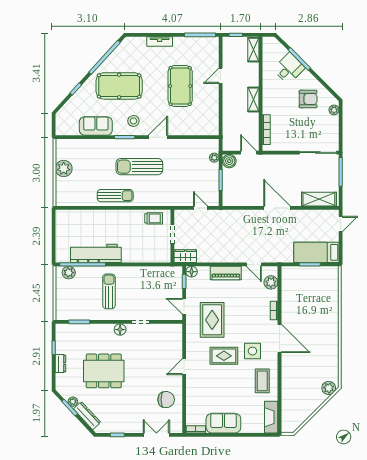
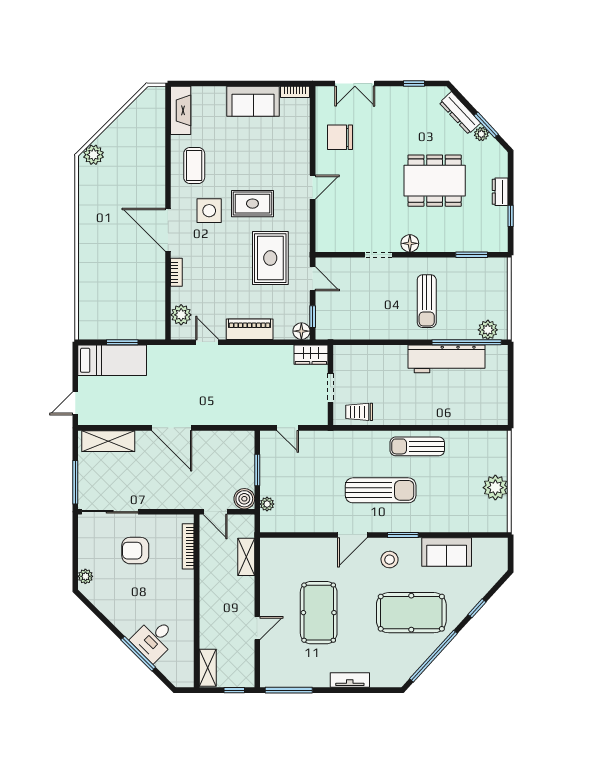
armchair: (308, 99) -> (135, 551), moved
shelving: (253, 100) -> (246, 557), moved

